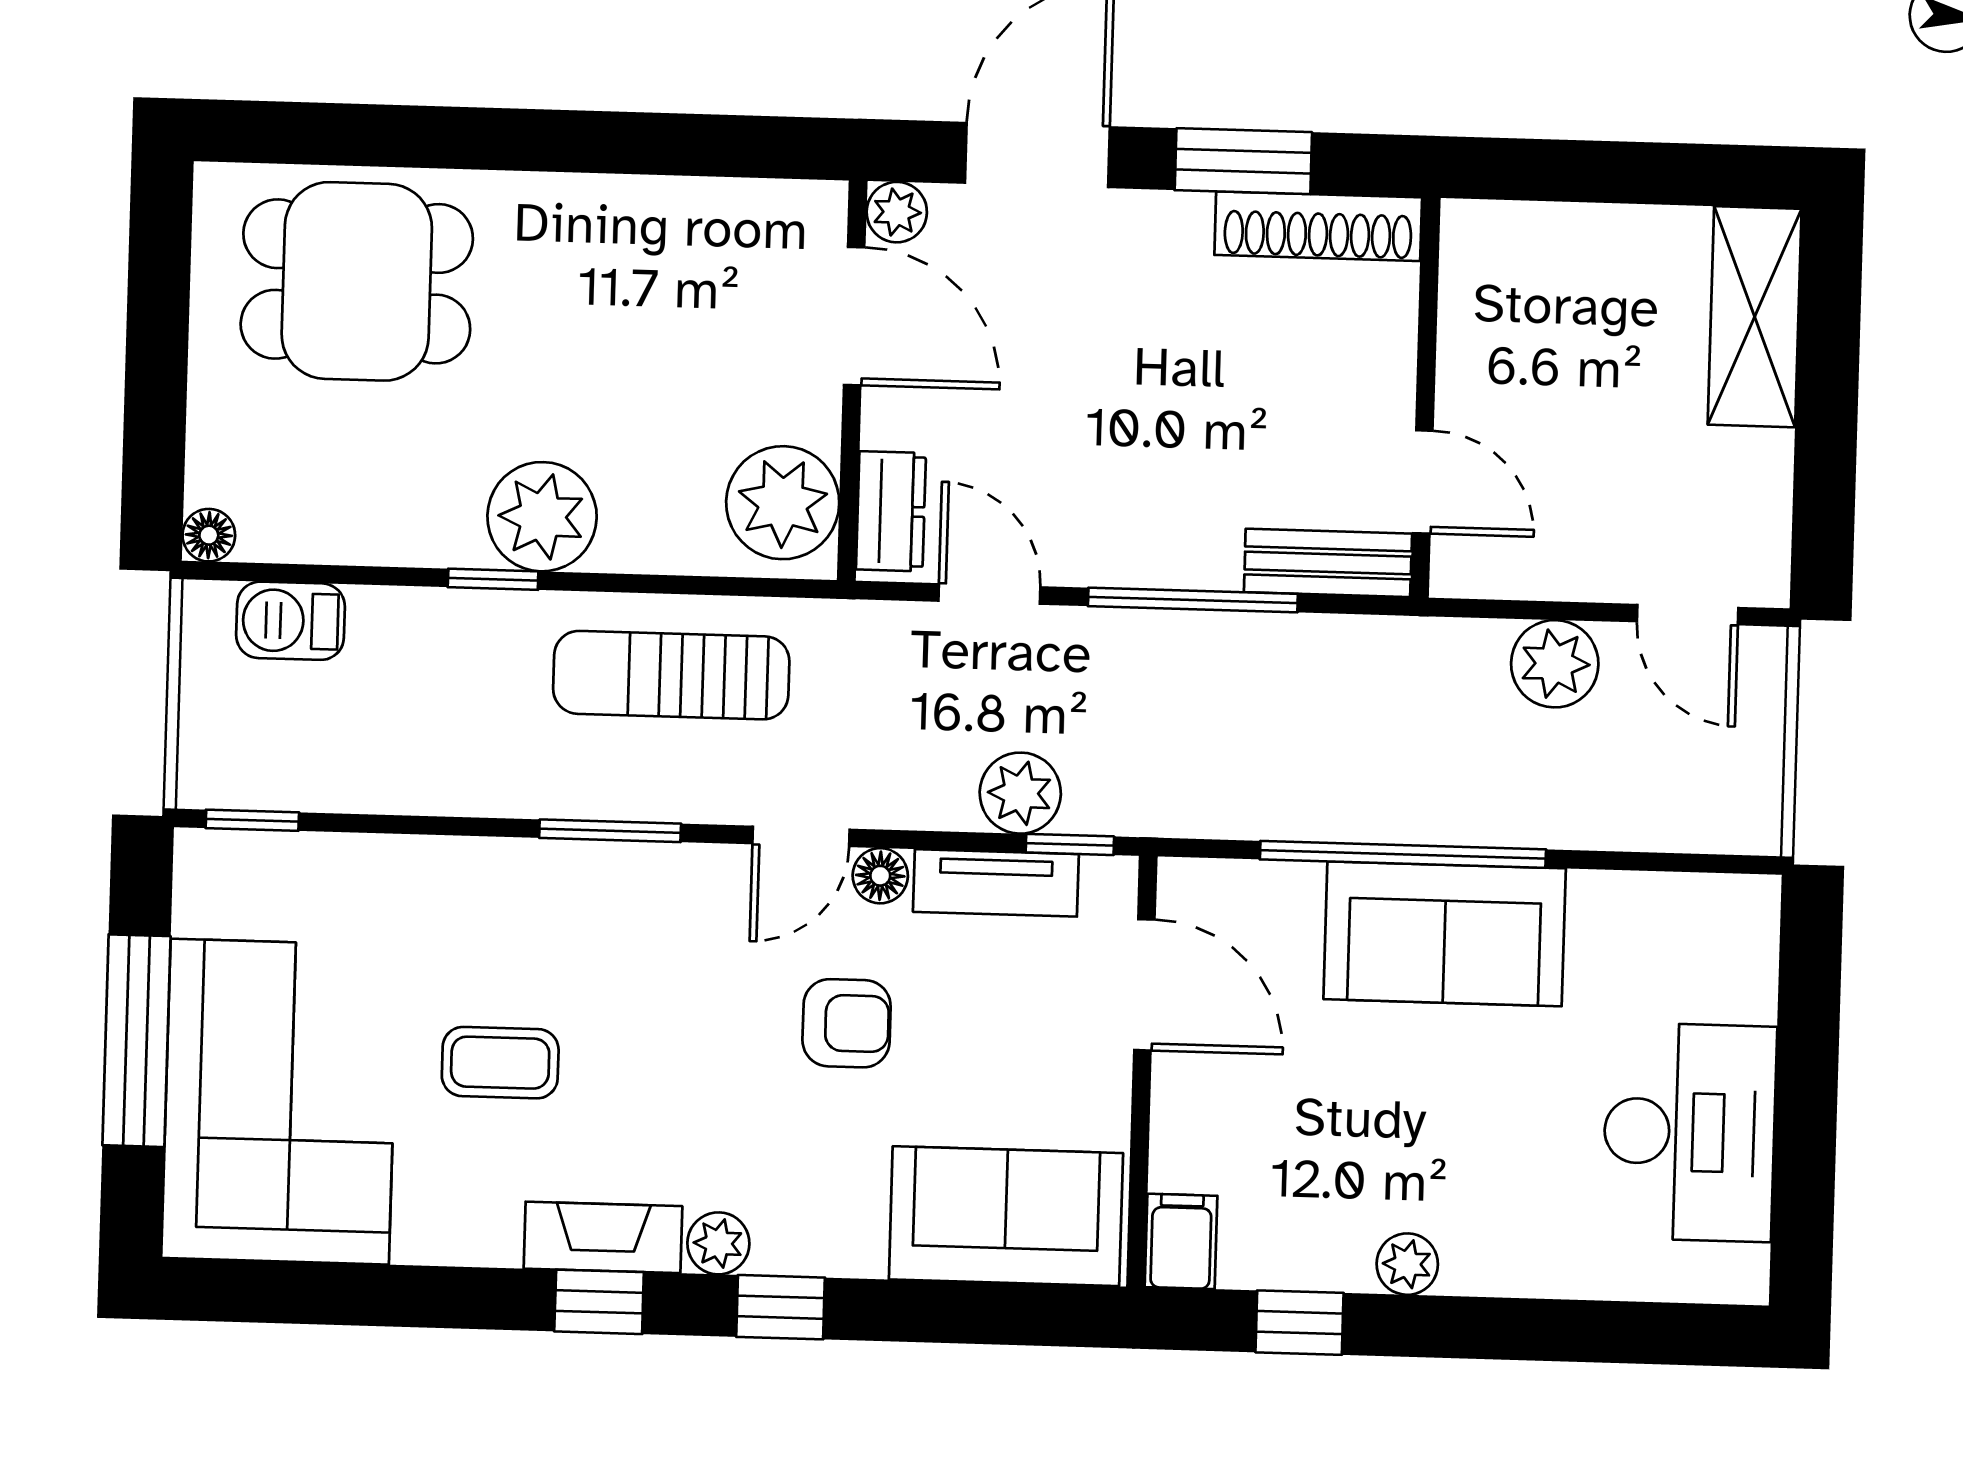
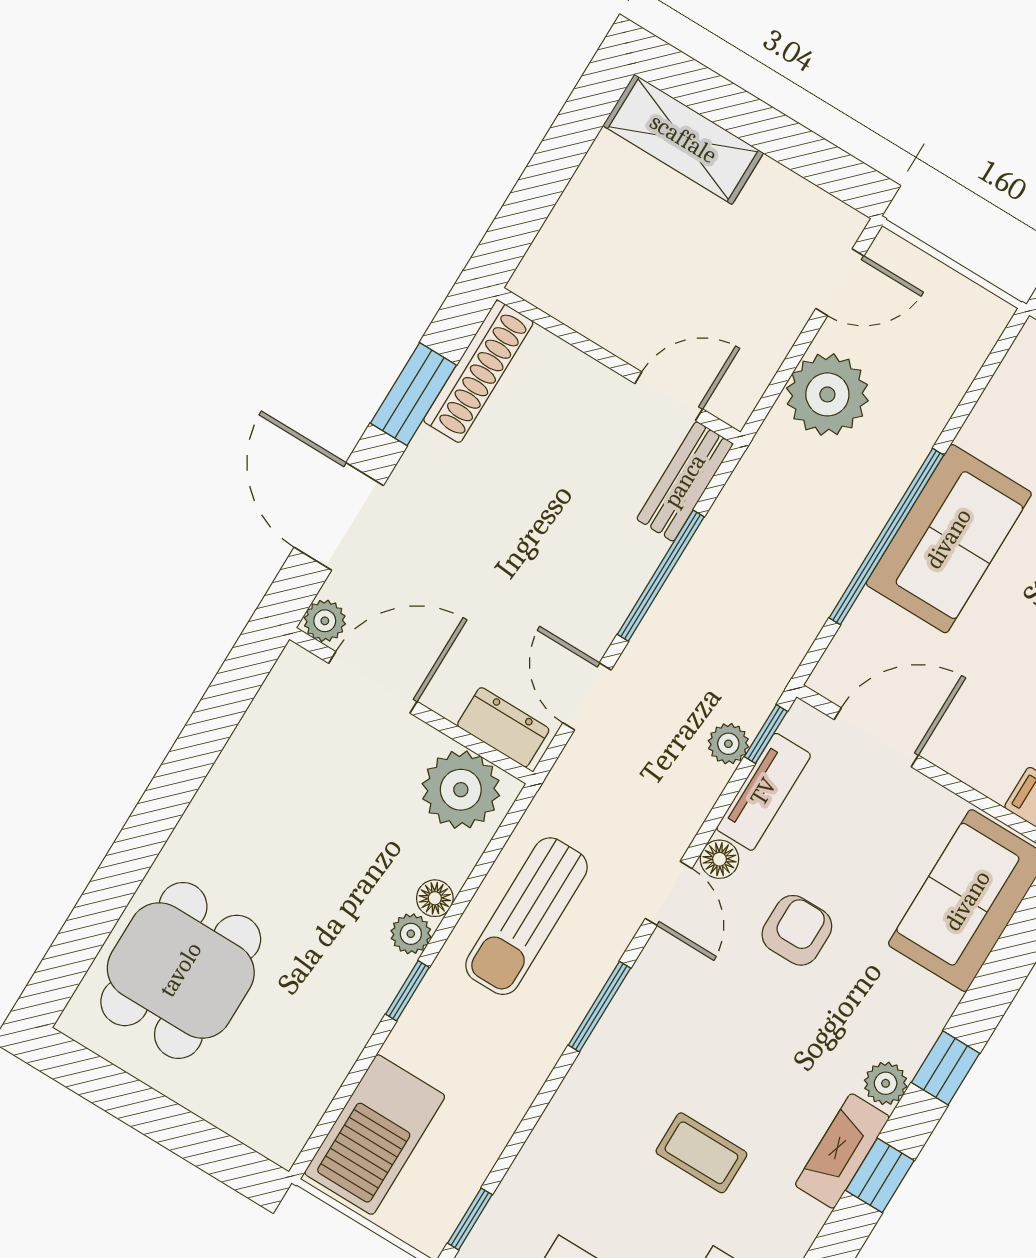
plant: (542, 517) -> (411, 934), width x0.53, depth x0.53
floor lamp: (209, 535) -> (435, 898), moved
door: (989, 594) -> (587, 696), hinge flipped
barbecue: (291, 621) -> (375, 1135), width x1.88, depth x1.53
plant: (1555, 664) -> (827, 394), width x1.36, depth x1.36
plant: (1020, 793) -> (728, 744), width x0.73, depth x0.73
coffee table: (500, 1063) -> (701, 1153), turned 90

